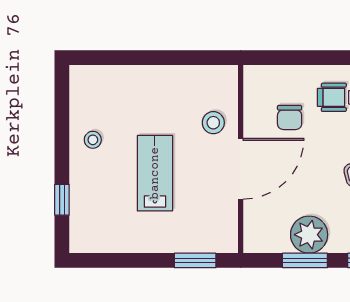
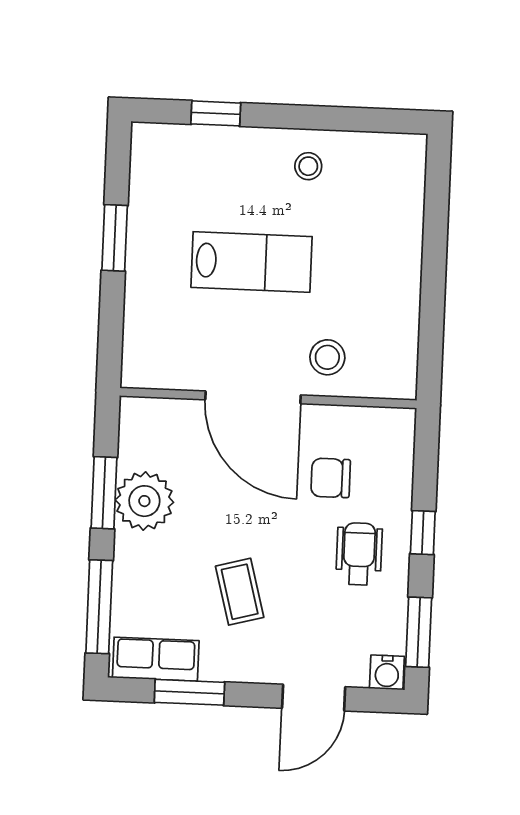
window: (322, 58) -> (423, 533), added
window: (195, 260) -> (115, 238), moved

